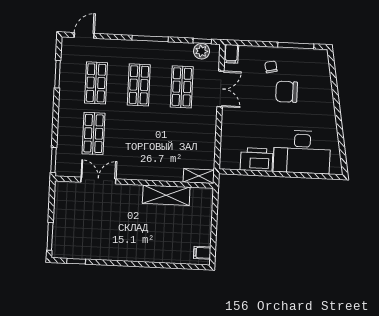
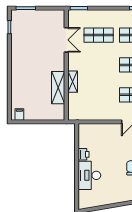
desk: (302, 152) -> (89, 175), width x0.73, depth x0.77
printer: (257, 159) -> (83, 154), width x0.53, depth x0.68
shelving: (199, 176) -> (73, 82), moved

